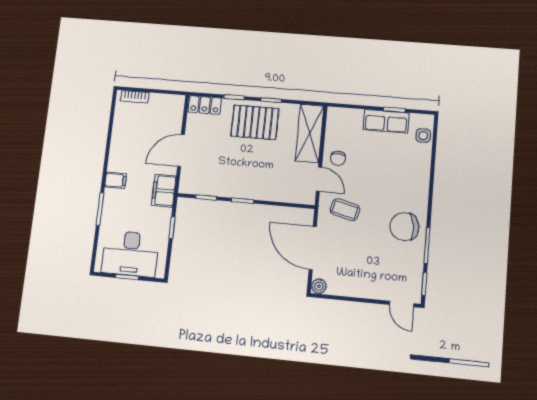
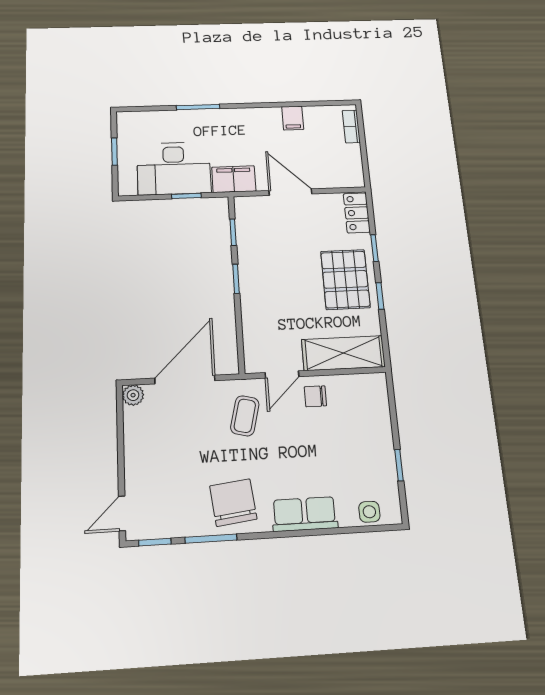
row of seats: (386, 121) -> (305, 514), moved, turned 90
filing cabinet: (116, 180) -> (293, 118), moved
desk: (130, 254) -> (174, 168), moved, turned -90

